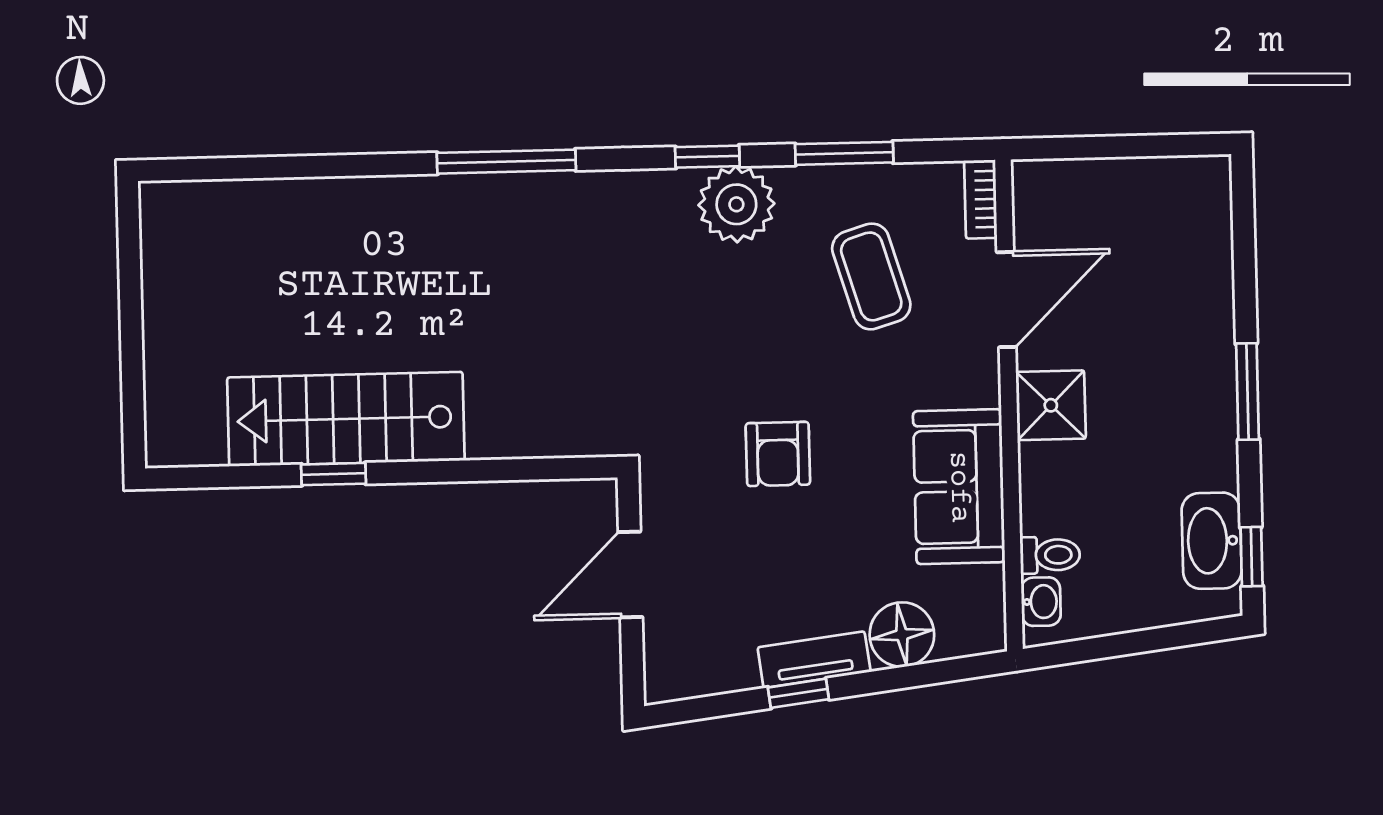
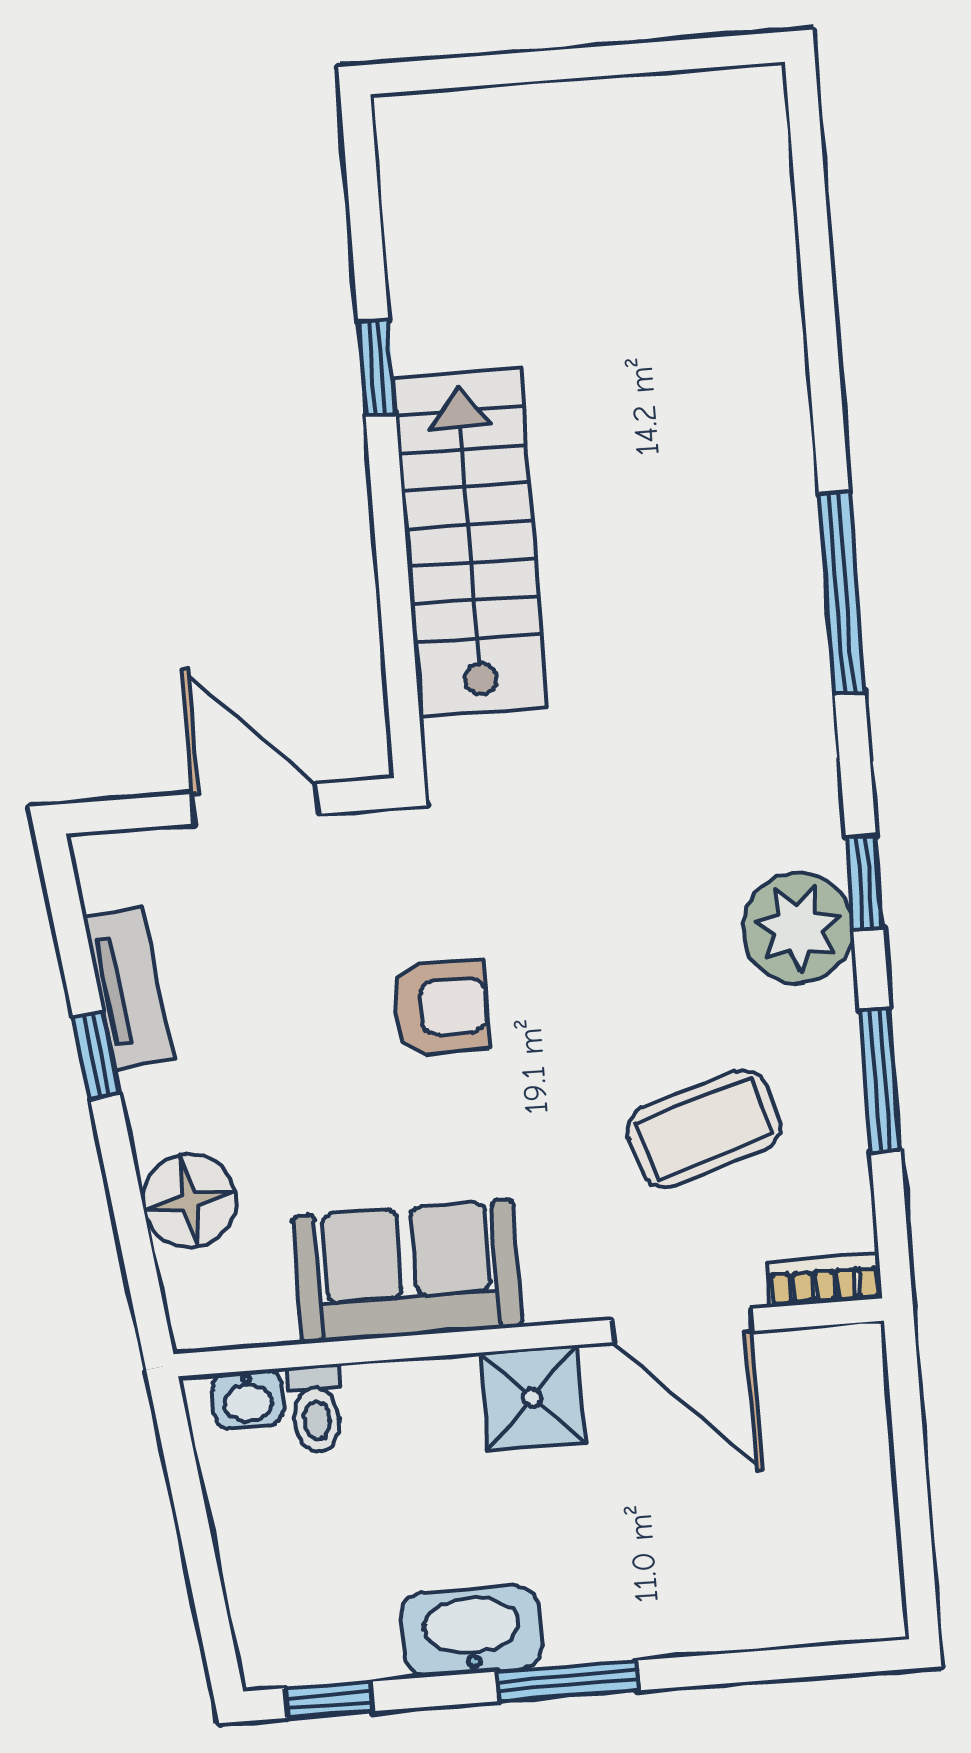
stairs: (346, 419) -> (470, 543), moved
armchair: (778, 454) -> (441, 1008), turned 180
washbasin: (1212, 541) -> (471, 1631), moved
tv unit: (814, 660) -> (128, 988), moved

